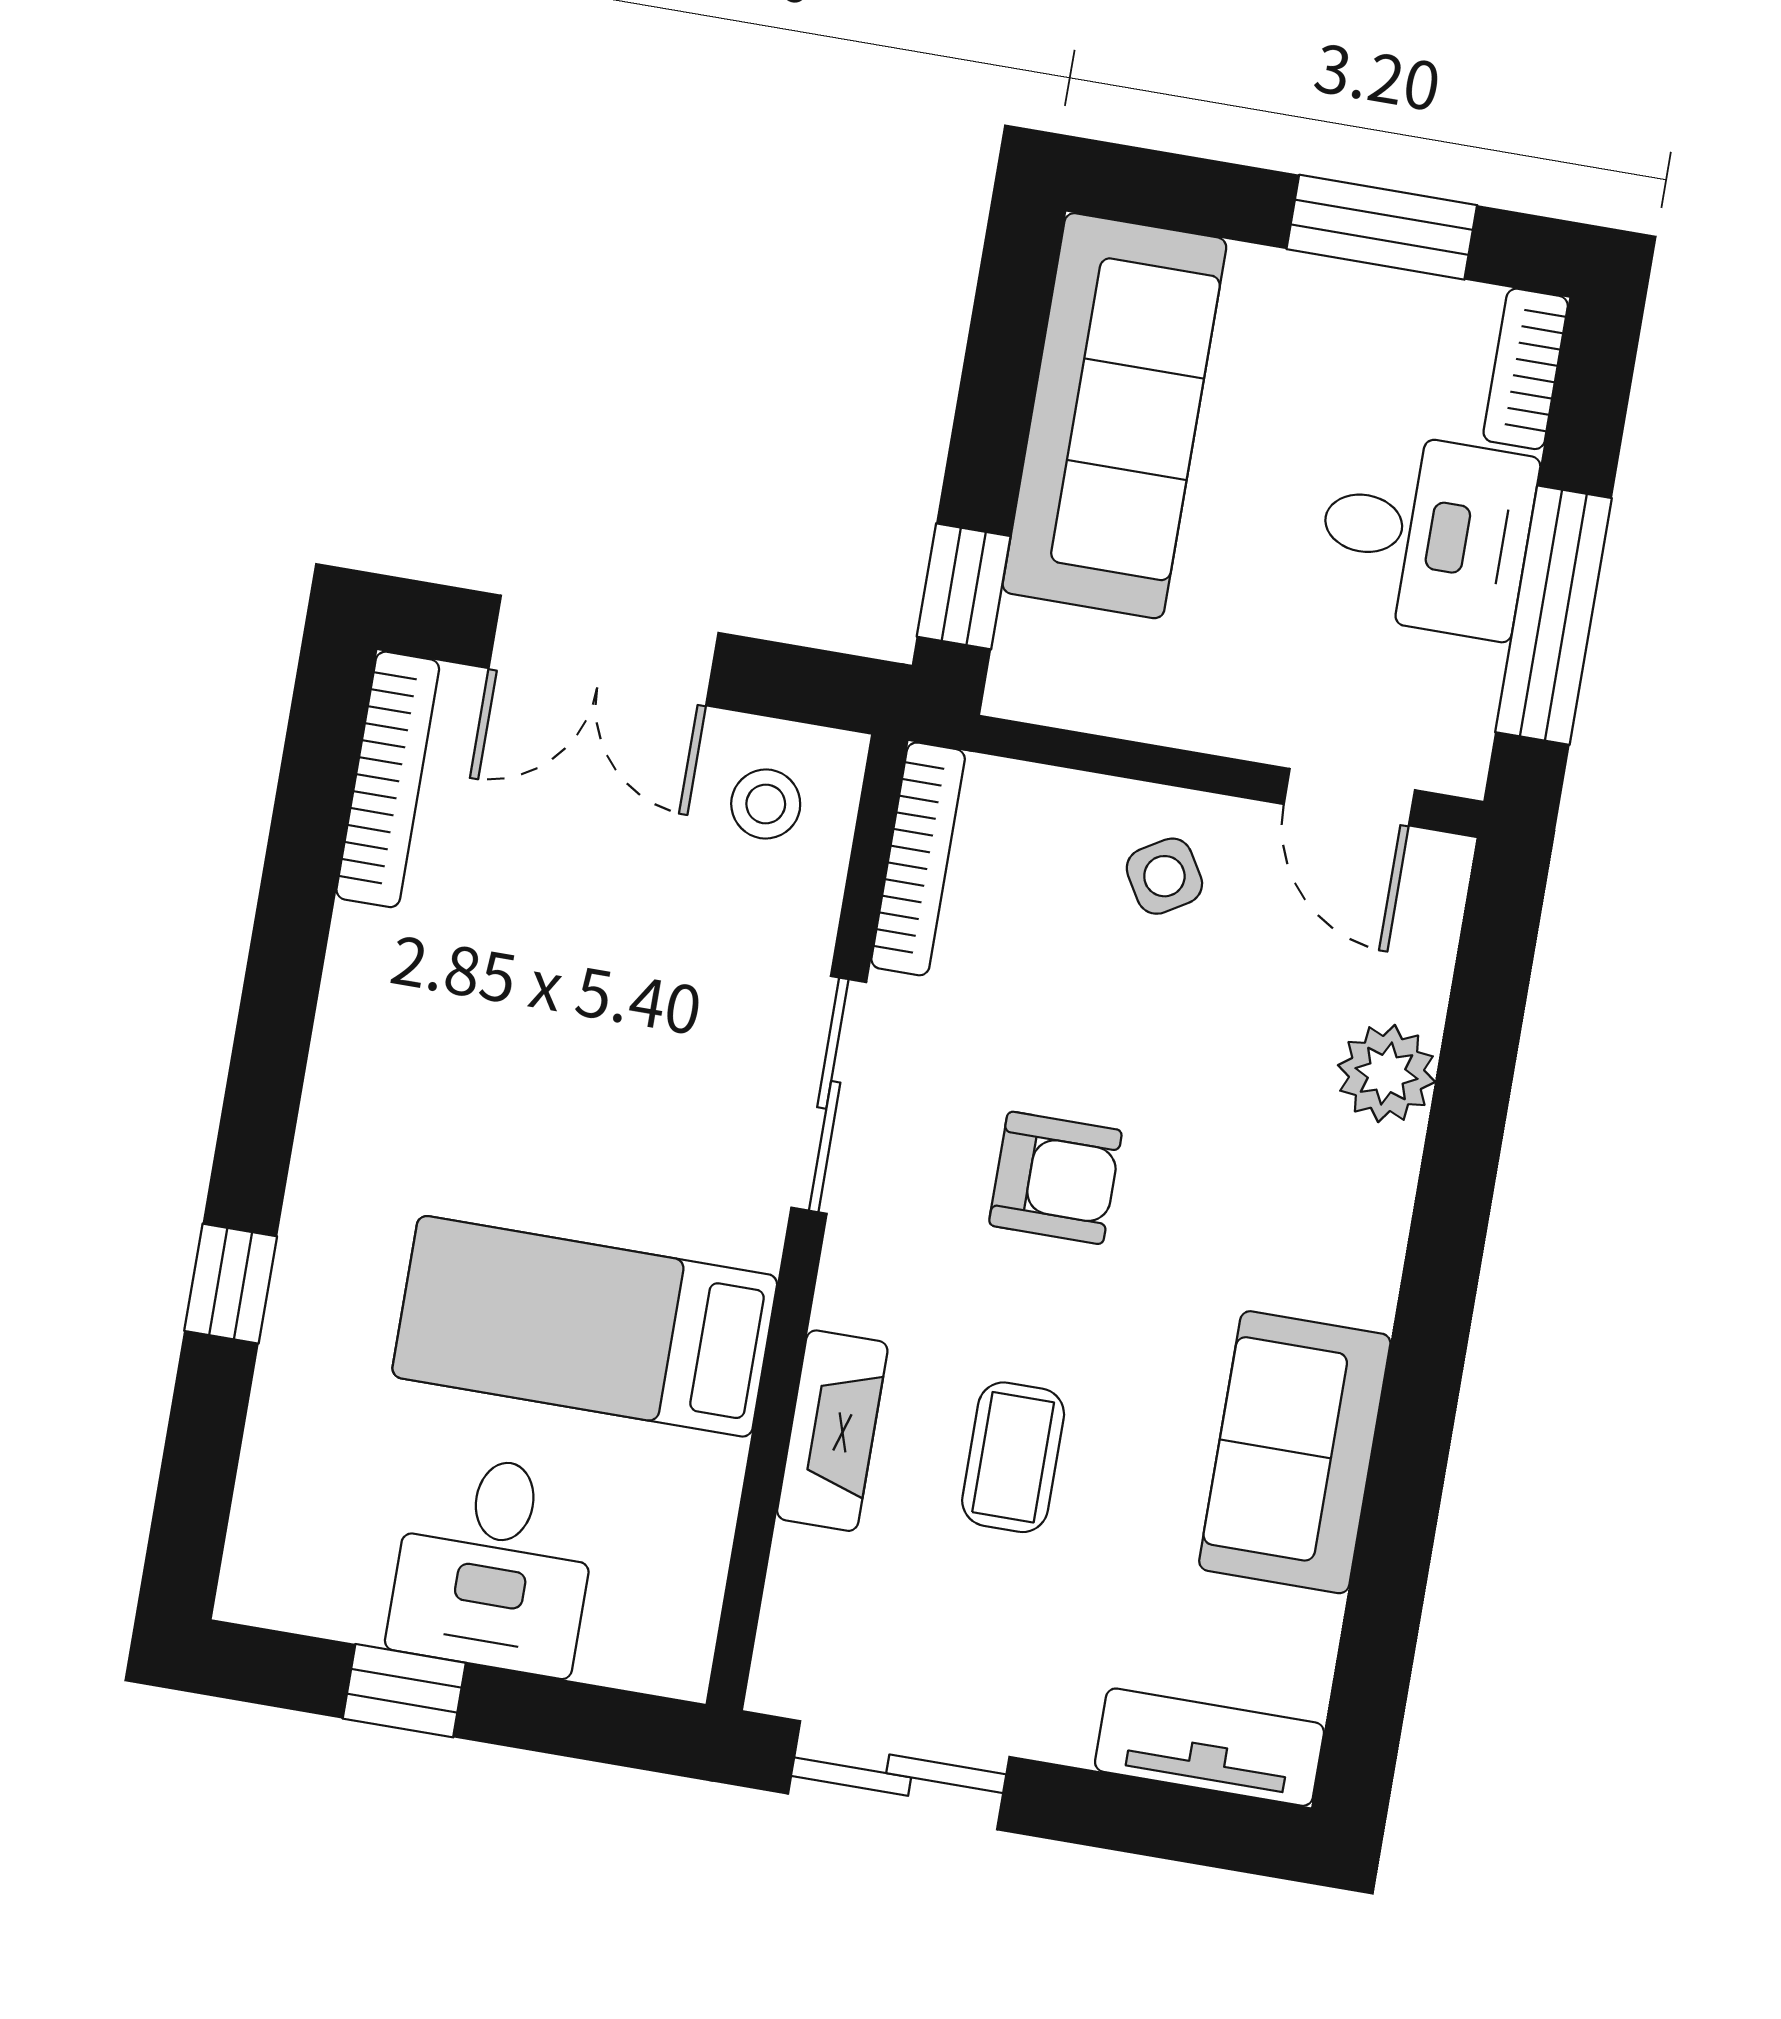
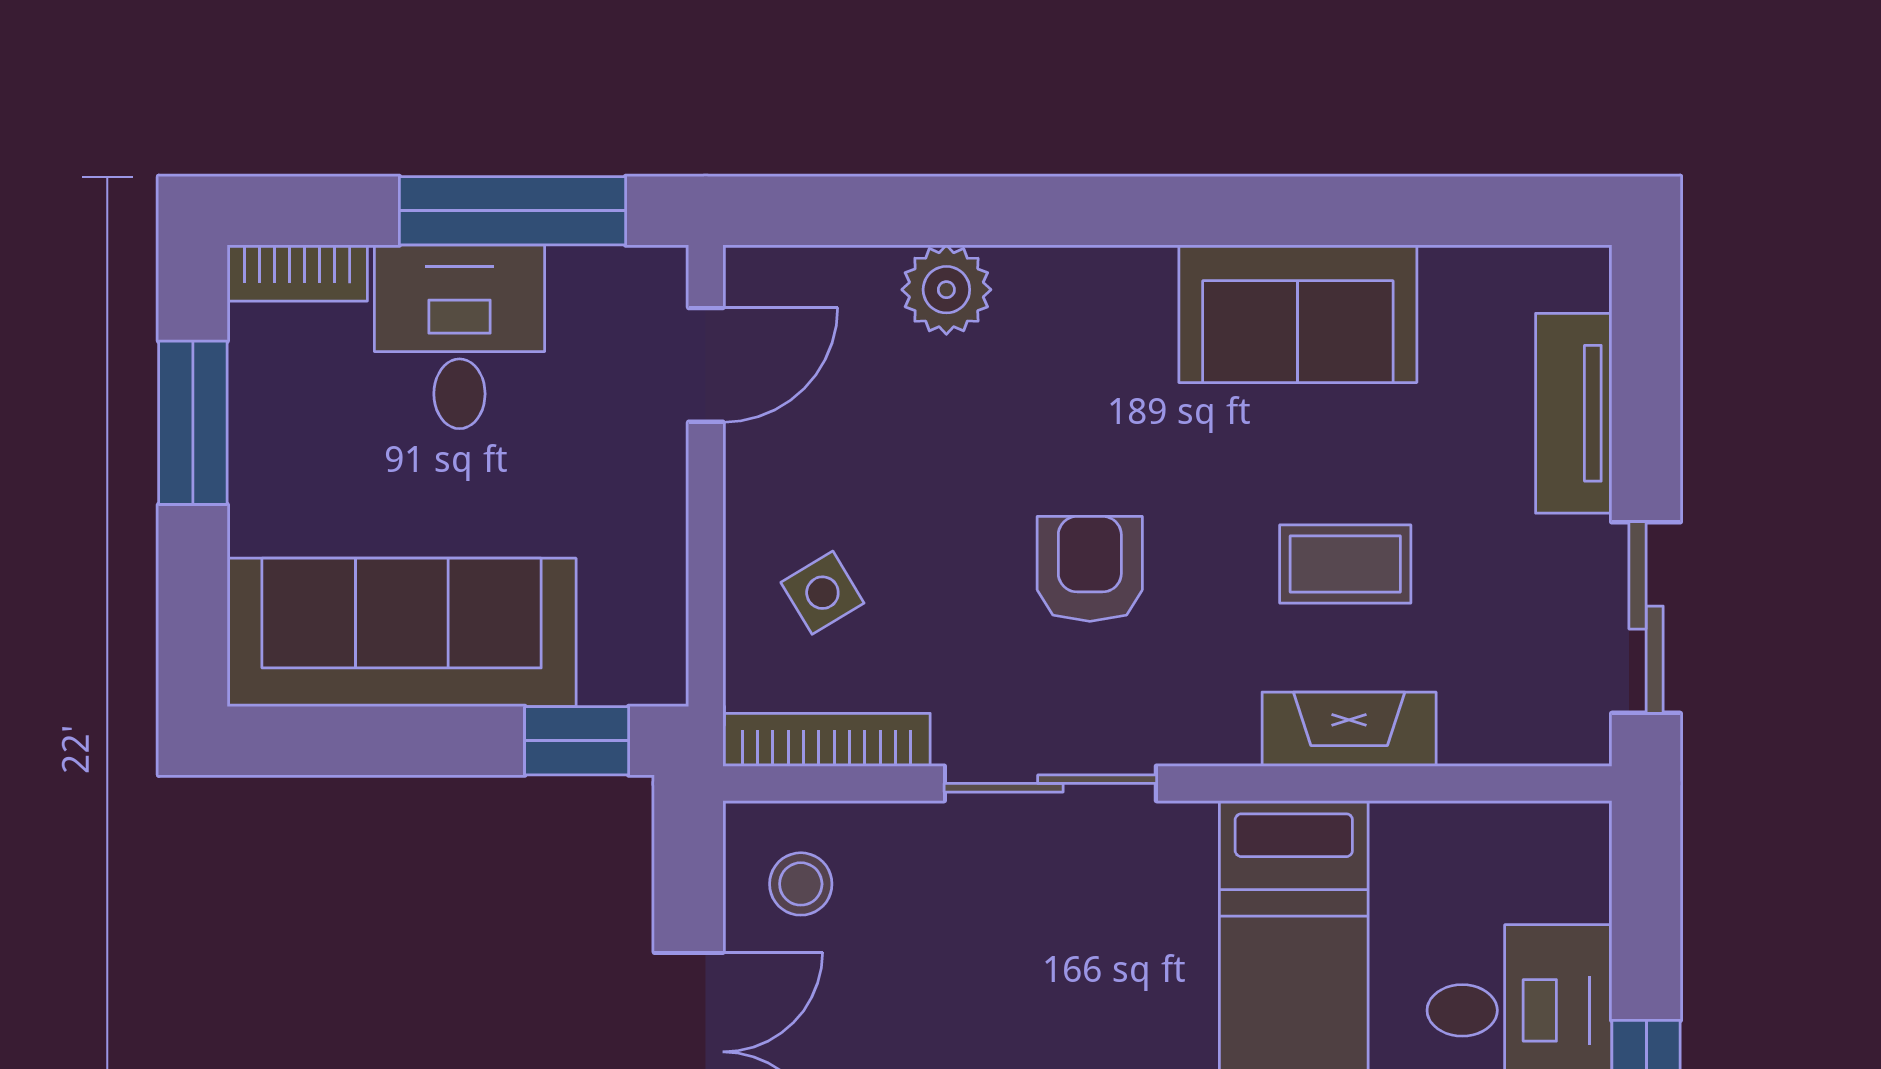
side table: (1164, 876) -> (822, 593), moved
tv unit: (1209, 1747) -> (1574, 413), moved

